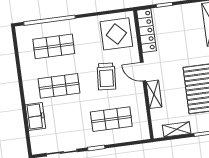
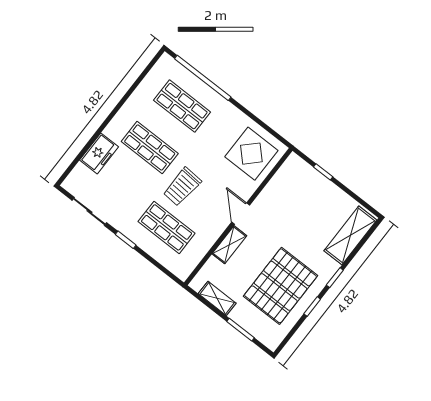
locker: (146, 31) -> (282, 179), removed
trolley: (106, 76) -> (182, 187), moved

